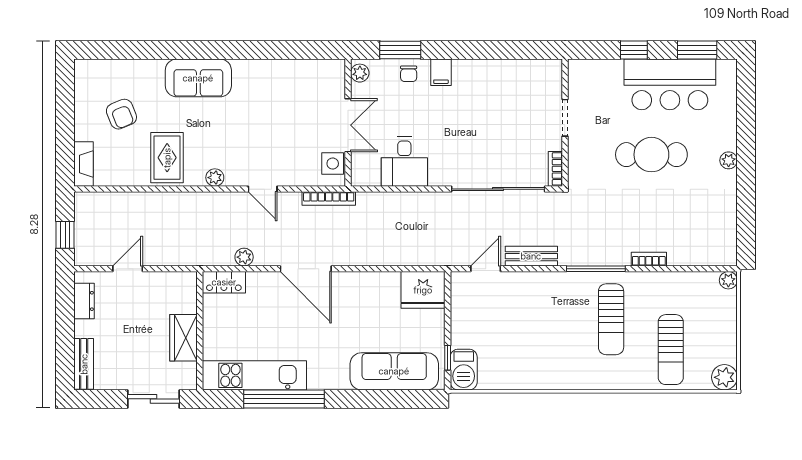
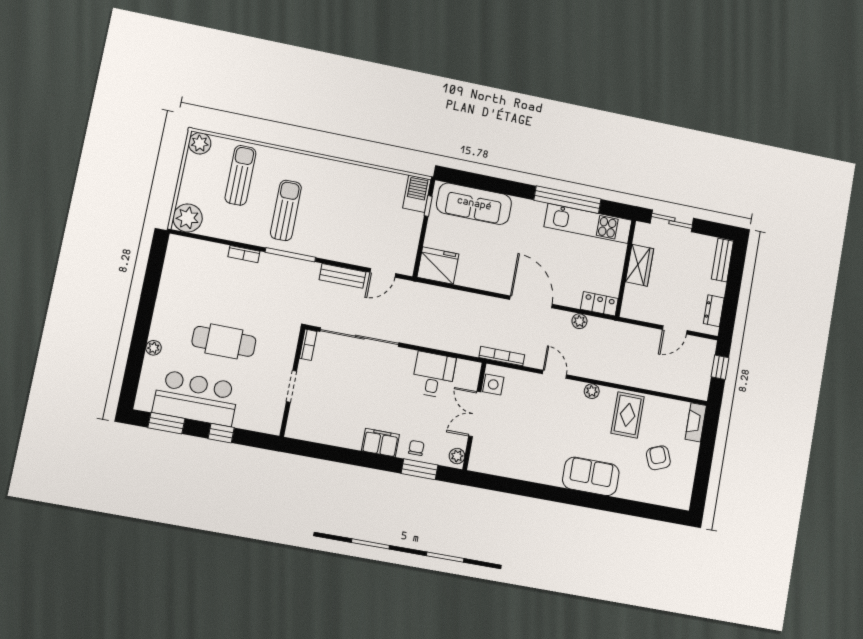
filing cabinet: (441, 72) -> (380, 443), width x2.00
plant: (729, 160) -> (154, 348), moved
plant: (728, 280) -> (188, 218), width x1.88, depth x1.88

